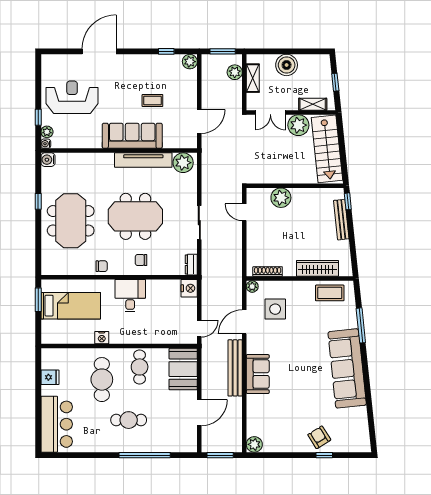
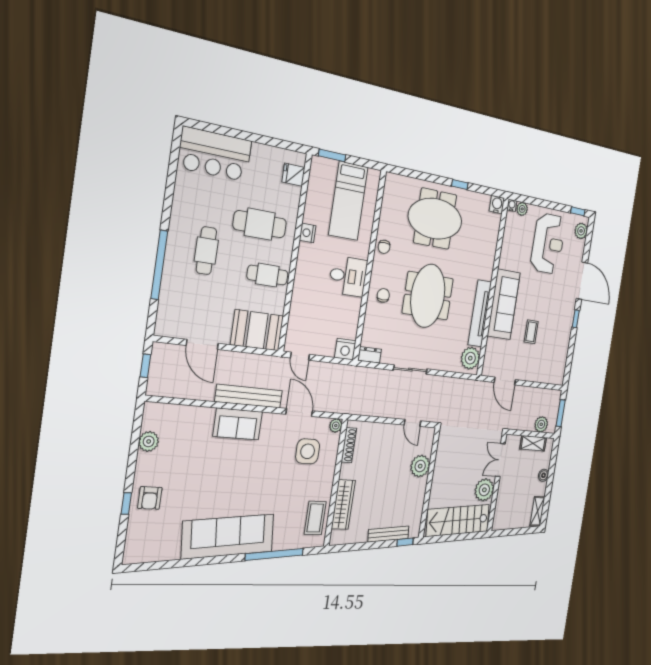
window: (166, 51) -> (576, 319), moved
plant: (190, 62) -> (581, 231), moved
boiler: (287, 65) -> (544, 475), width x0.54, depth x0.54
window: (335, 82) -> (516, 532), removed
shelving: (313, 104) -> (537, 511), moved
window: (38, 117) -> (578, 211), moved
door: (244, 212) -> (412, 423), swing flipped
window: (38, 300) -> (332, 155), moved
window: (361, 325) -> (274, 554), width x1.46
fridge: (50, 377) -> (293, 175), moved, turned 90
armchair: (319, 437) -> (150, 498), turned 122
plant: (254, 444) -> (149, 441), moved
window: (220, 455) -> (145, 366), width x0.67

